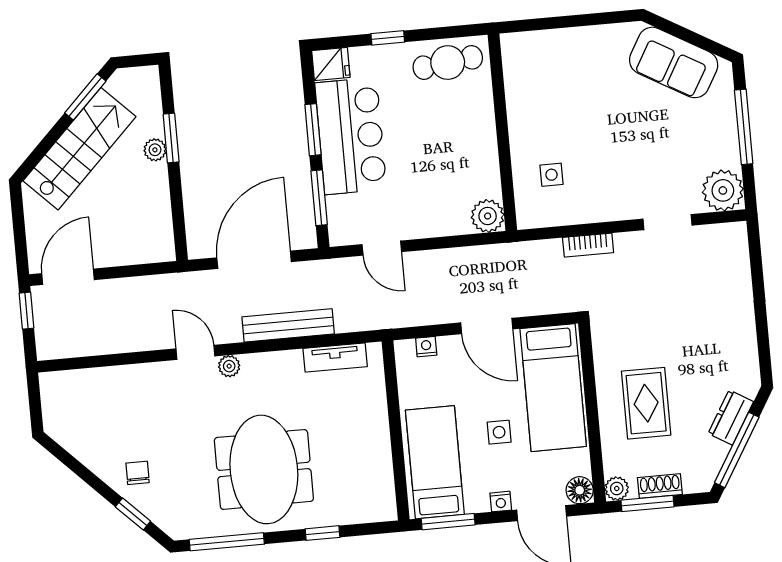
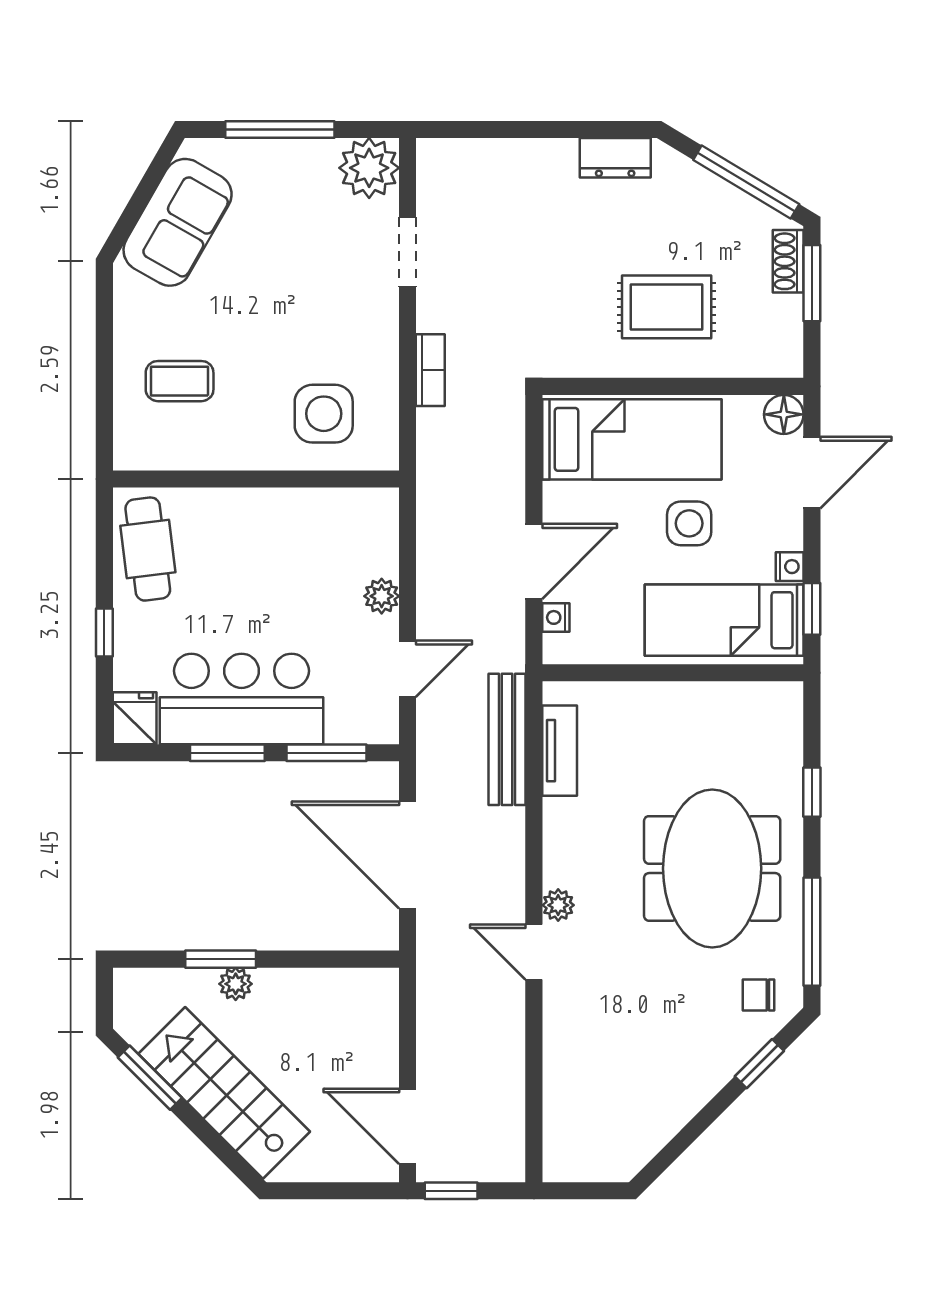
coffee table: (565, 74) -> (180, 381), added
side table: (551, 175) -> (324, 414), width x1.87, depth x1.87
plant: (488, 216) -> (382, 596), moved, width x0.73, depth x0.73
bench: (288, 325) -> (507, 739), moved
door: (487, 326) -> (534, 561), moved
door: (195, 352) -> (534, 952), hinge flipped
dresser: (731, 418) -> (615, 158), moved, turned -31
side table: (499, 432) -> (689, 523), width x1.37, depth x1.37
meeting table: (264, 469) -> (712, 868), turned 90
chair: (138, 473) -> (759, 995), moved
shoe rack: (660, 486) -> (788, 261), moved
plant: (617, 489) -> (786, 361), removed
nightstand: (501, 502) -> (790, 567), moved
window: (648, 503) -> (812, 283), moved
window: (448, 522) -> (812, 609), width x0.67

